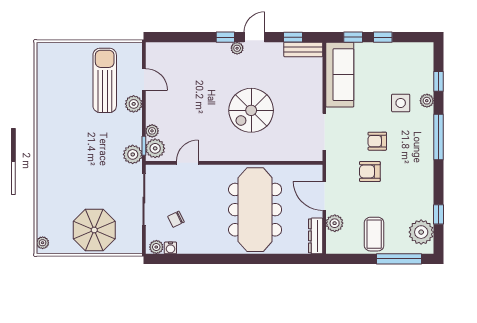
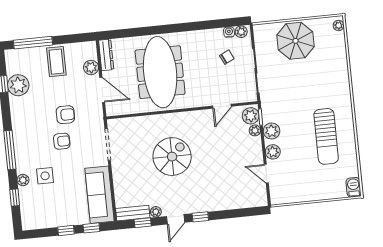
plant: (237, 48) -> (156, 212), moved
barbecue: (44, 53) -> (353, 187), added
sun lounger: (105, 80) -> (326, 136), moved
plant: (133, 154) -> (272, 131), moved
plant: (421, 232) -> (18, 85), moved

